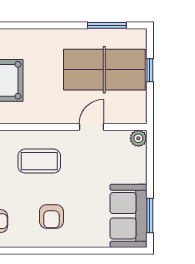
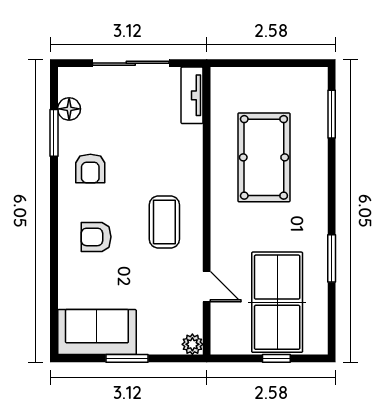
window: (107, 25) -> (332, 258), moved
window: (150, 215) -> (127, 358), moved

